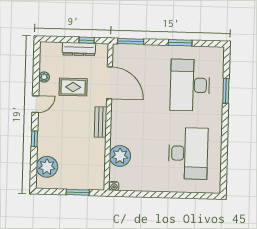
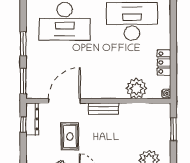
window: (180, 43) -> (23, 44), moved
dresser: (79, 49) -> (32, 119), moved
locker: (145, 185) -> (164, 62), added

